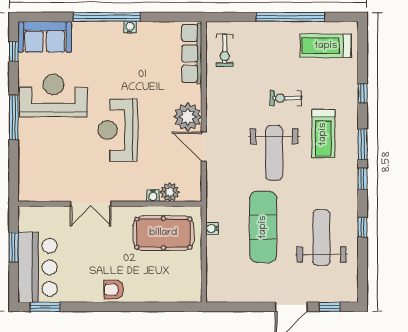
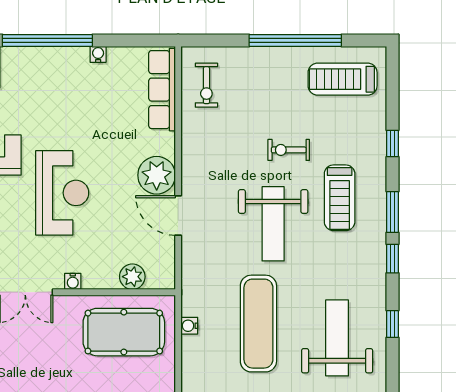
water cooler: (130, 27) -> (98, 54), moved
reception desk: (118, 130) -> (62, 193), turned 180
water cooler: (153, 196) -> (73, 281), moved

